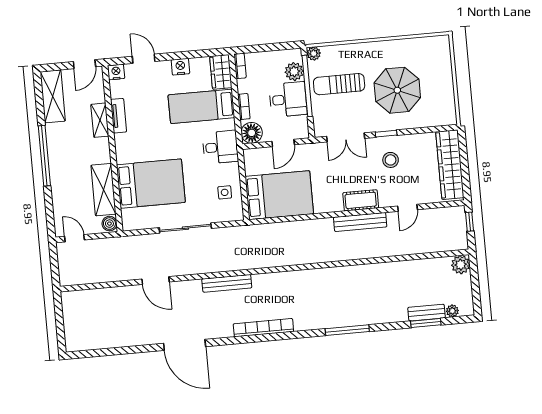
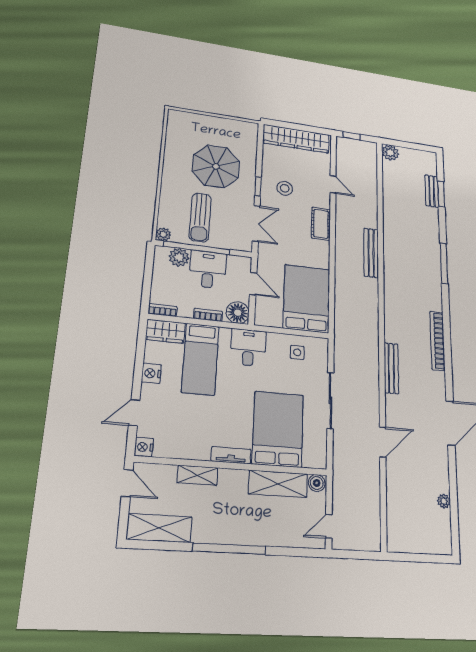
tv unit: (119, 116) -> (231, 455), moved
bench: (360, 222) -> (371, 253), moved
plant: (452, 311) -> (444, 501), moved

